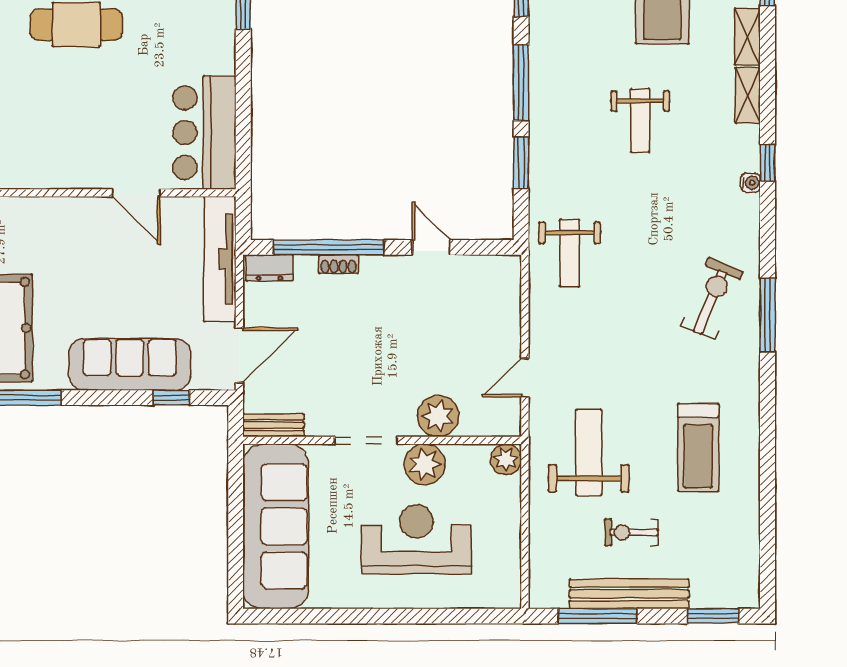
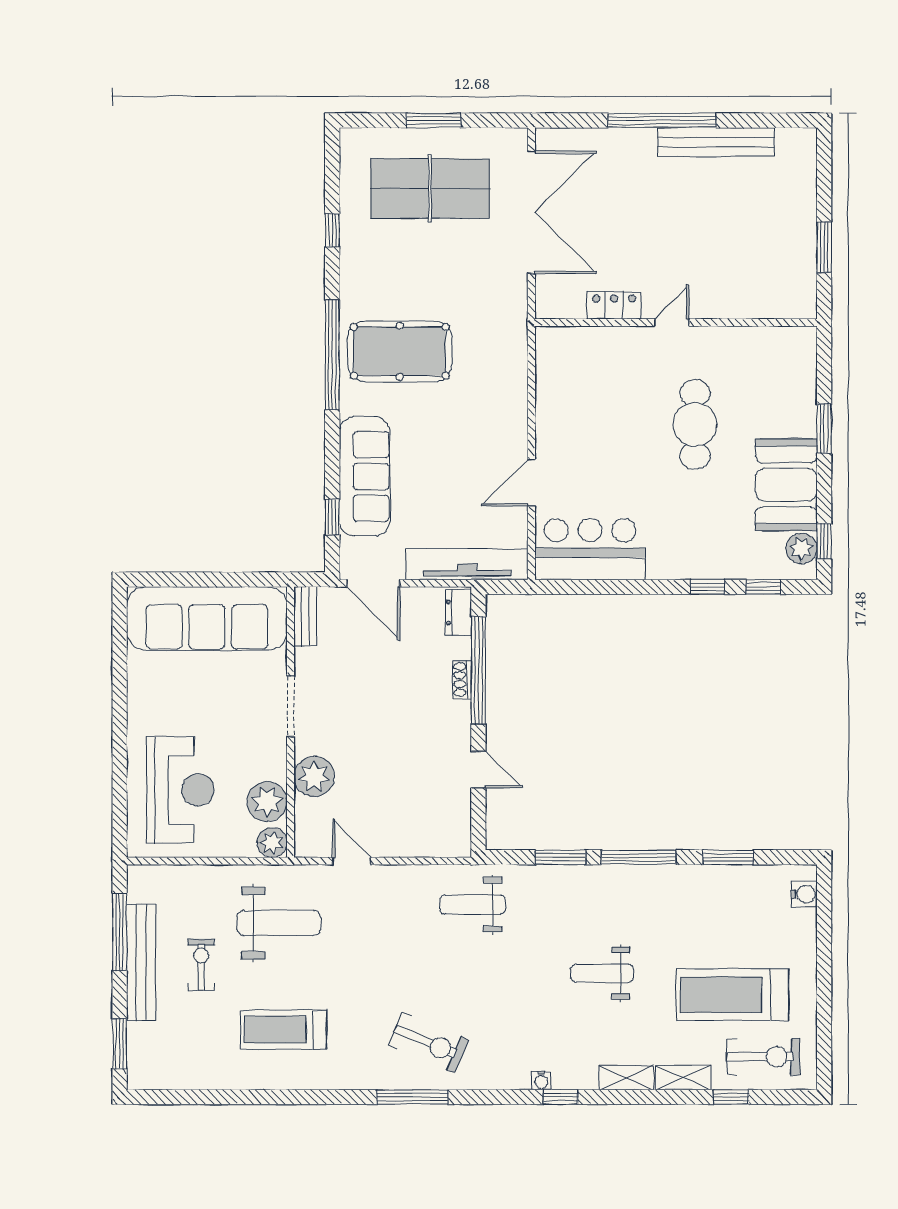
door: (431, 247) -> (478, 770), hinge flipped
plant: (425, 464) -> (267, 802), moved
reception desk: (416, 539) -> (180, 790), moved

